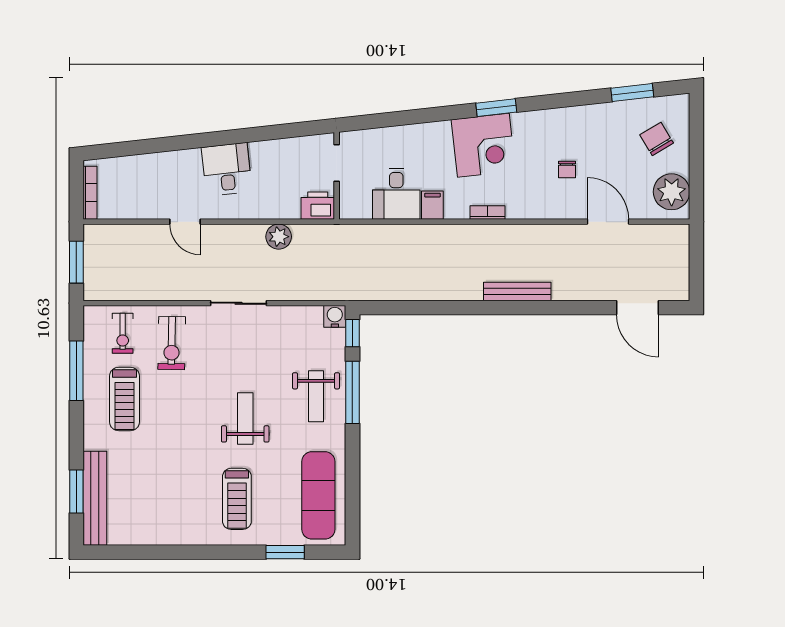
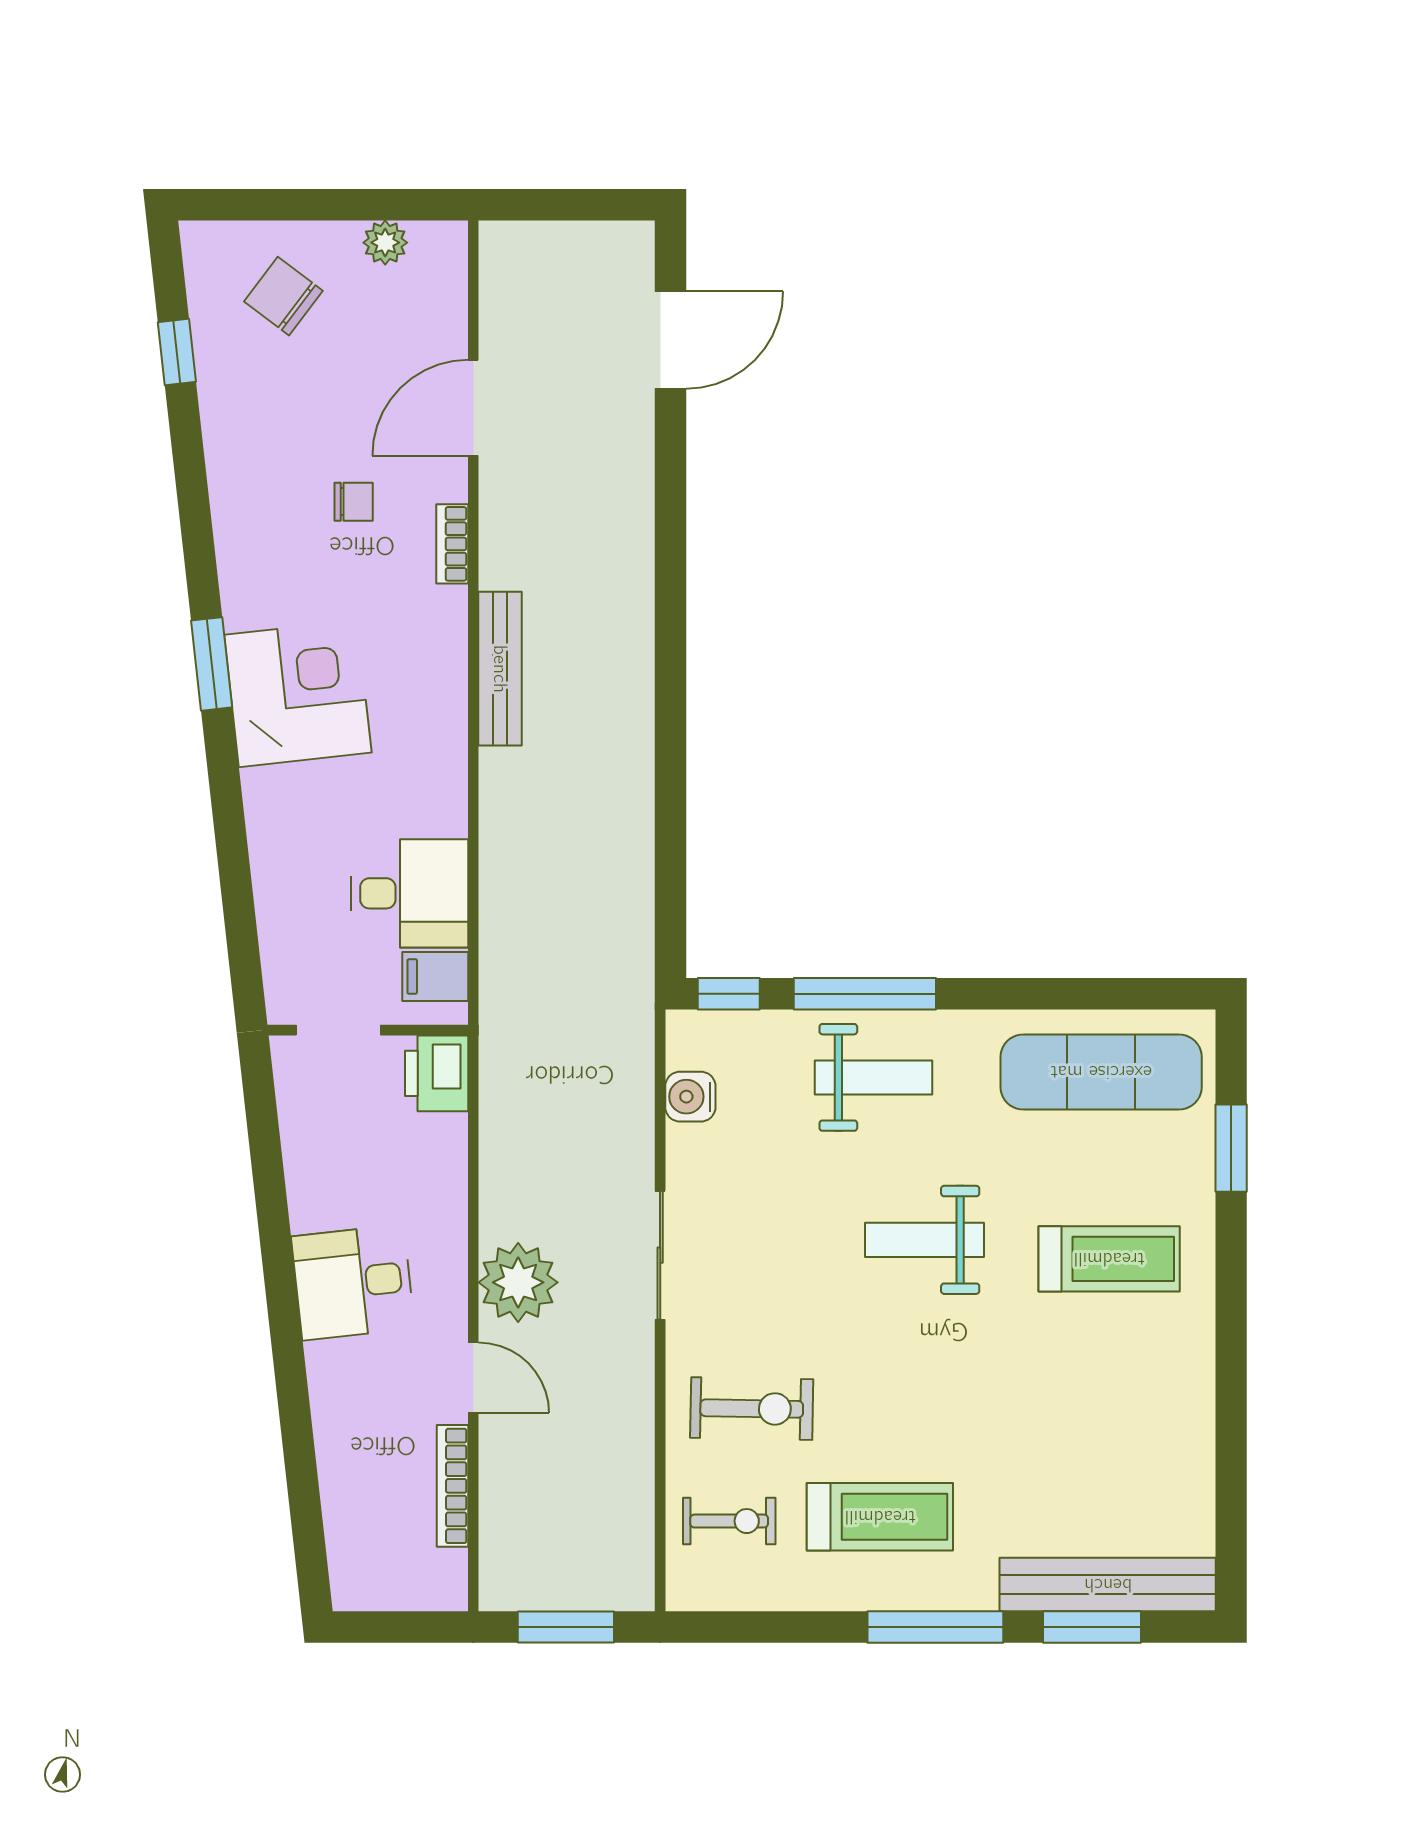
window: (632, 93) -> (177, 352), width x0.67
chair: (657, 139) -> (283, 296), turned 68
plant: (672, 192) -> (385, 243), width x0.53, depth x0.53
bookcase: (90, 193) -> (452, 1486), moved, turned -90
filing cabinet: (432, 205) -> (435, 976), moved
bookcase: (487, 213) -> (452, 544), moved
door: (185, 222) -> (473, 1378), hinge flipped
plant: (279, 237) -> (518, 1282), moved, width x1.36, depth x1.36
bench: (517, 291) -> (500, 669), moved
water cooler: (335, 316) -> (690, 1097), moved
window: (76, 371) -> (935, 1627), moved

